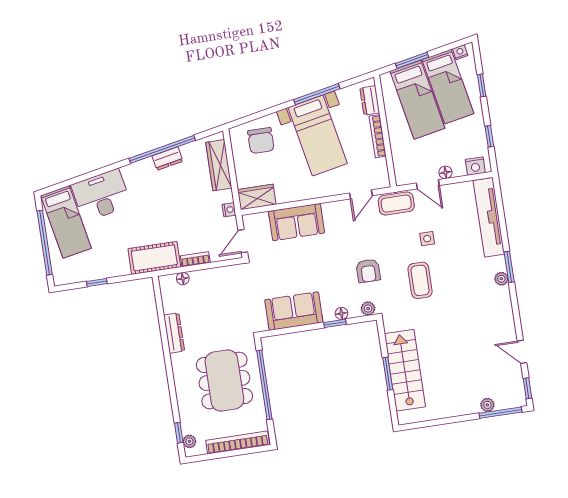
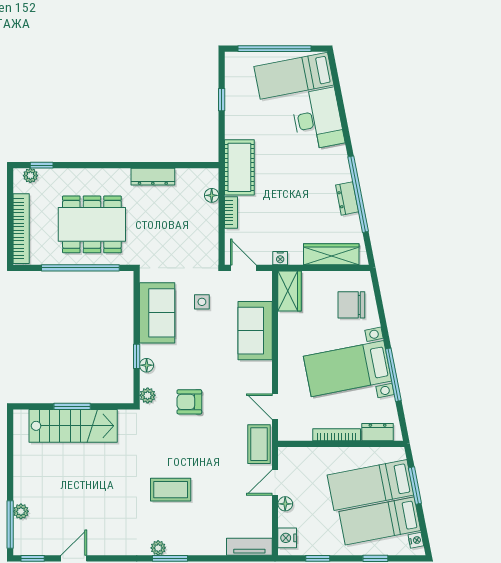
tv unit: (489, 217) -> (249, 547), width x0.52, depth x0.78
side table: (427, 239) -> (202, 302), moved
coffee table: (420, 280) -> (171, 490), moved

